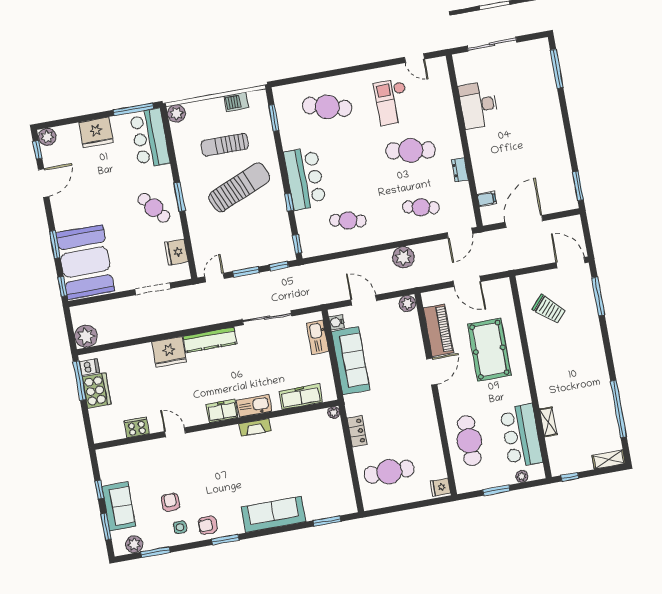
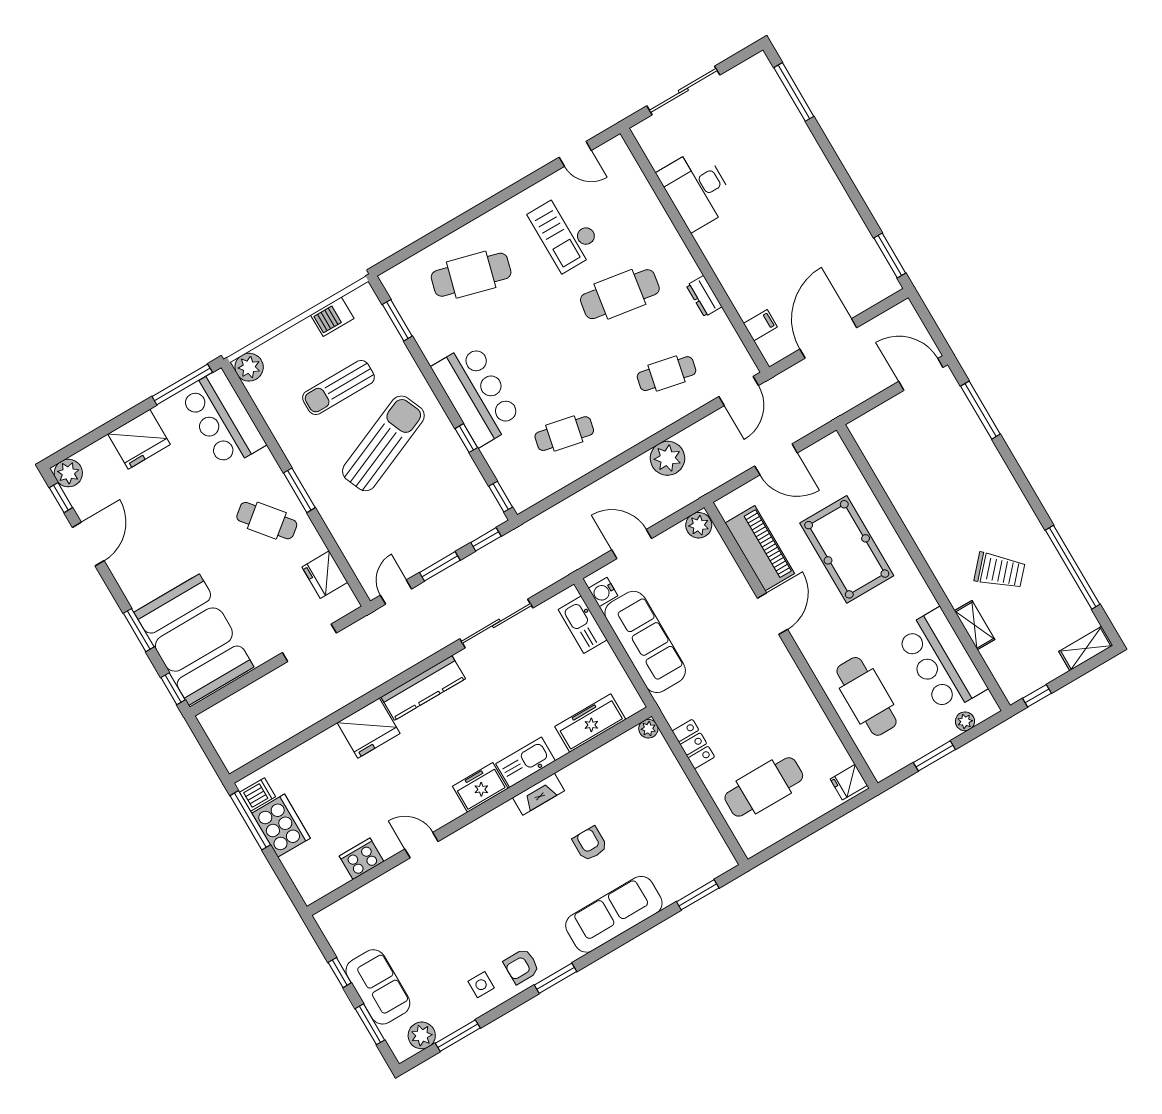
trolley: (549, 309) -> (1000, 571), moved
plant: (86, 336) -> (235, 750), removed
armchair: (170, 502) -> (590, 844), moved

